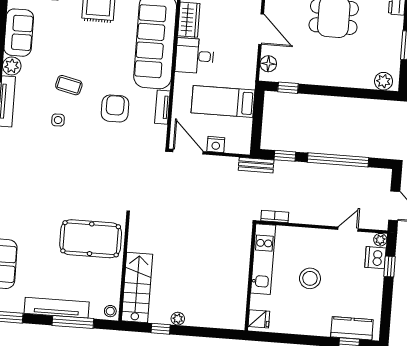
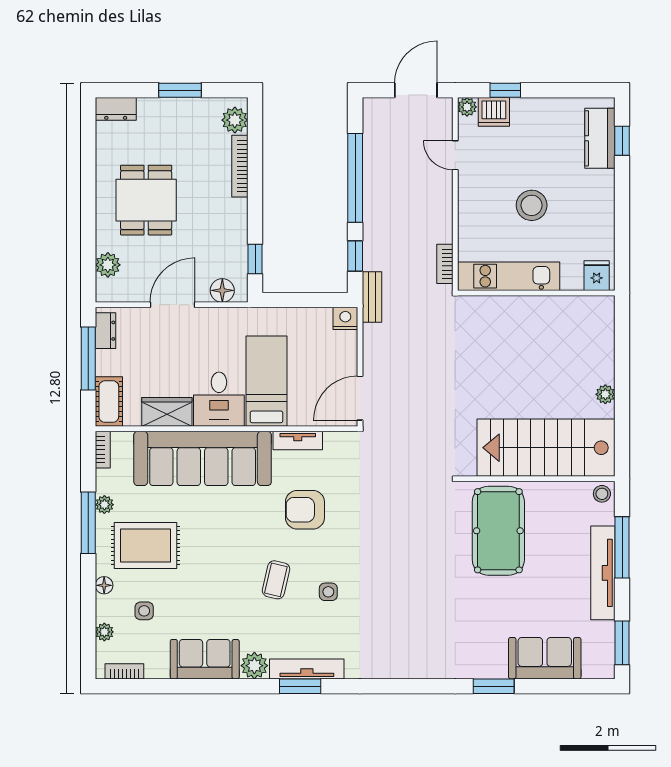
bookcase: (352, 82) -> (240, 166), added
bed: (223, 101) -> (266, 381), moved, turned 180
nightstand: (216, 144) -> (345, 318), moved, turned -90
stairs: (137, 288) -> (546, 448), width x1.36, depth x1.51
window: (161, 329) -> (622, 418), removed

